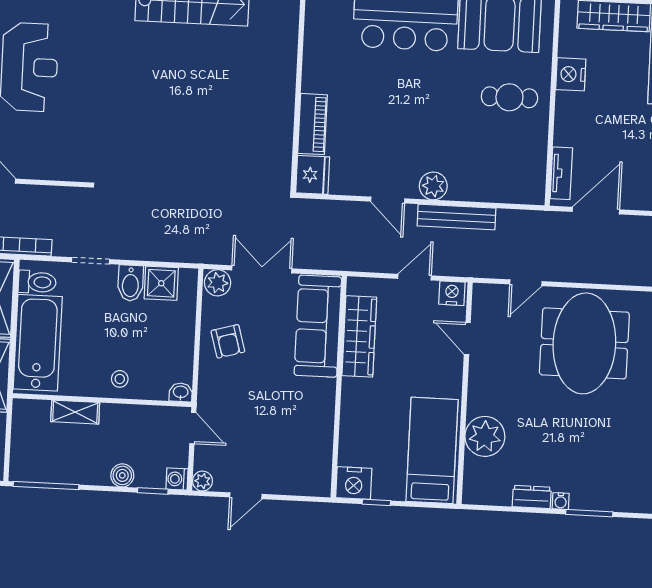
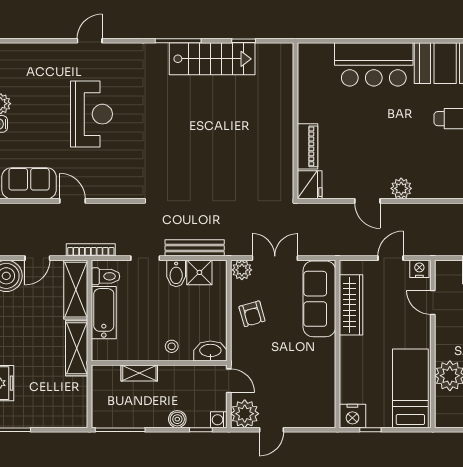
bench: (457, 217) -> (195, 248), moved
bathtub: (38, 343) -> (104, 313), width x0.73, depth x0.73
washbasin: (181, 392) -> (210, 351), width x1.91, depth x1.45
plant: (203, 481) -> (245, 414), width x1.87, depth x1.87

